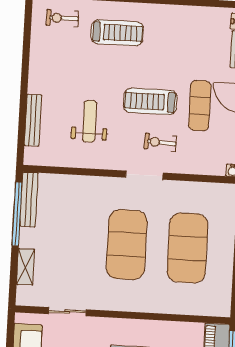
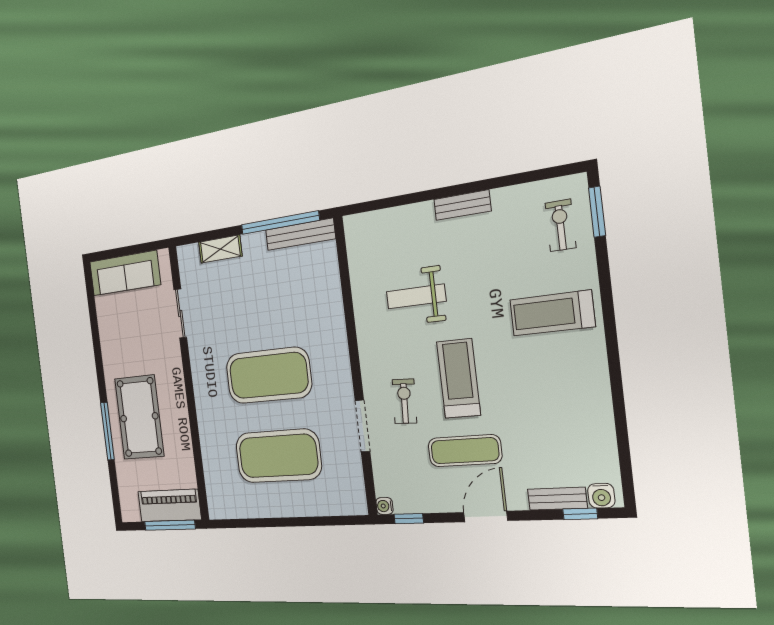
treadmill: (117, 33) -> (552, 313), turned 90
bench: (33, 120) -> (462, 205), moved, width x0.73
weight bench: (90, 121) -> (416, 296), turned 180
doorway: (144, 175) -> (362, 426), moved

